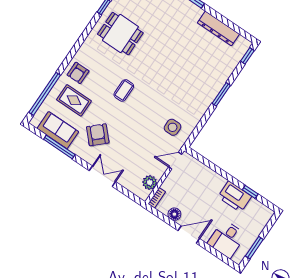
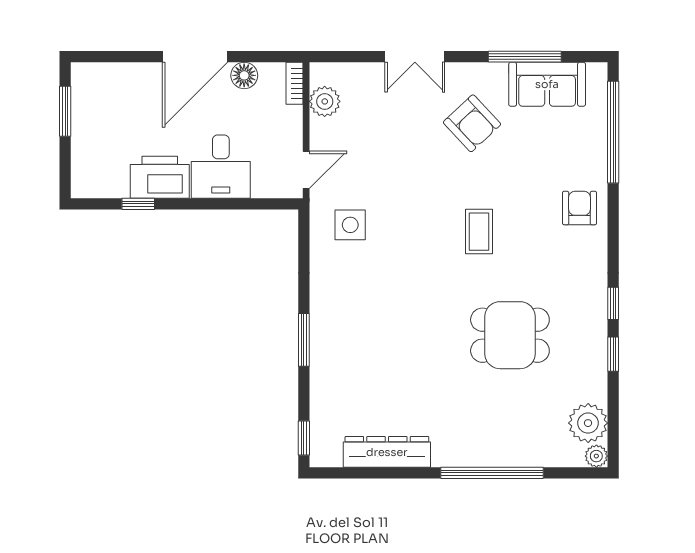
window: (90, 27) -> (613, 303), added
dining table: (120, 34) -> (510, 335), moved
rug: (74, 100) -> (554, 155), removed
door: (189, 235) -> (195, 57), width x1.36
desk: (227, 239) -> (221, 167), moved, turned 180

